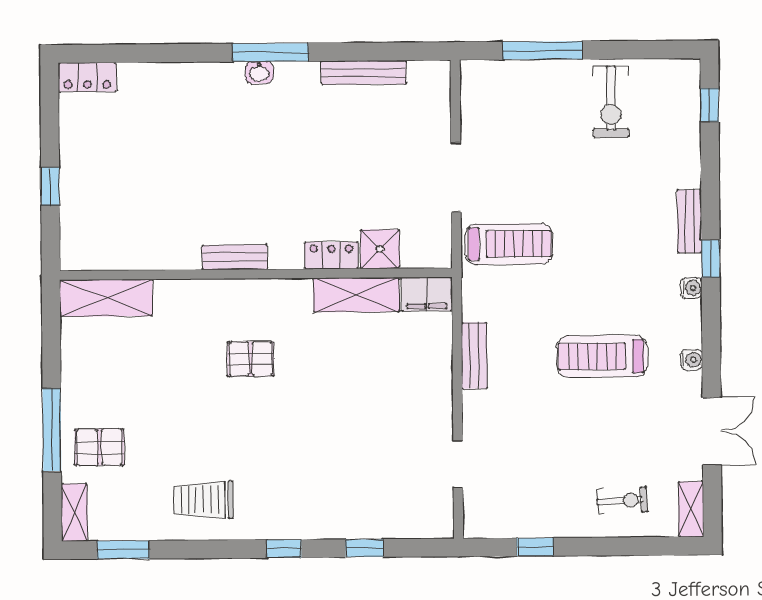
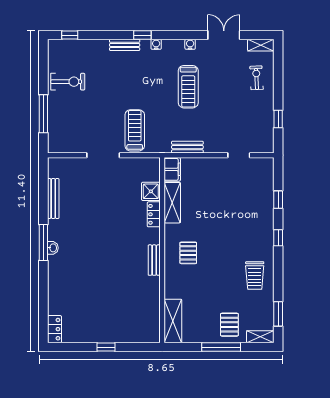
shower: (380, 249) -> (151, 191), moved
locker: (331, 255) -> (154, 214), moved
bench: (235, 257) -> (154, 260), moved
wall: (256, 274) -> (162, 250), moved
filing cabinet: (427, 294) -> (172, 169), moved
shelving: (356, 295) -> (172, 203), moved
shelving: (106, 298) -> (173, 321), moved

